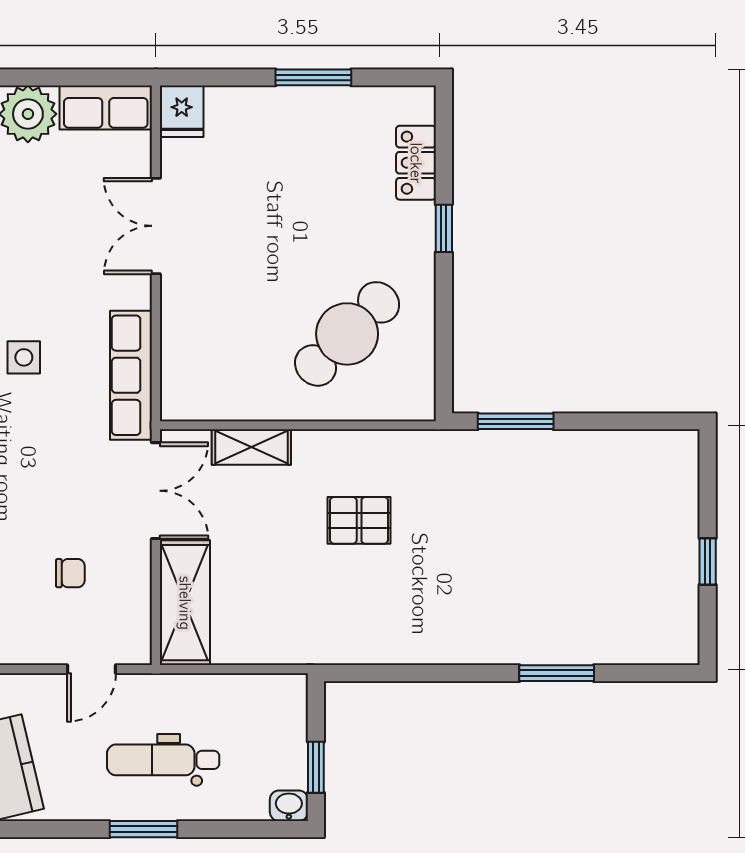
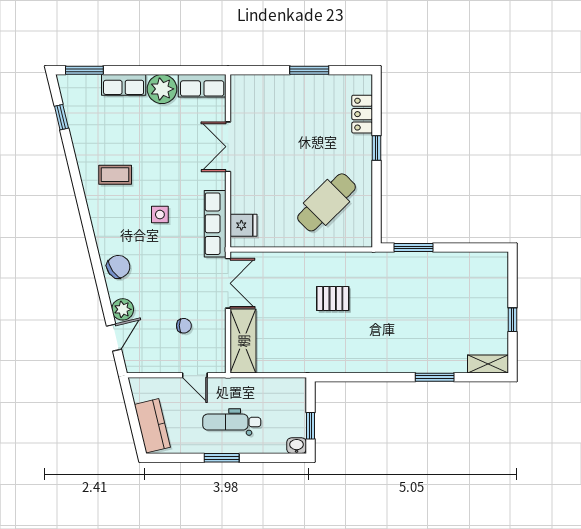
fridge: (182, 111) -> (243, 225), moved, turned -90
shelving: (251, 447) -> (488, 364), moved
door: (92, 669) -> (195, 375), hinge flipped

